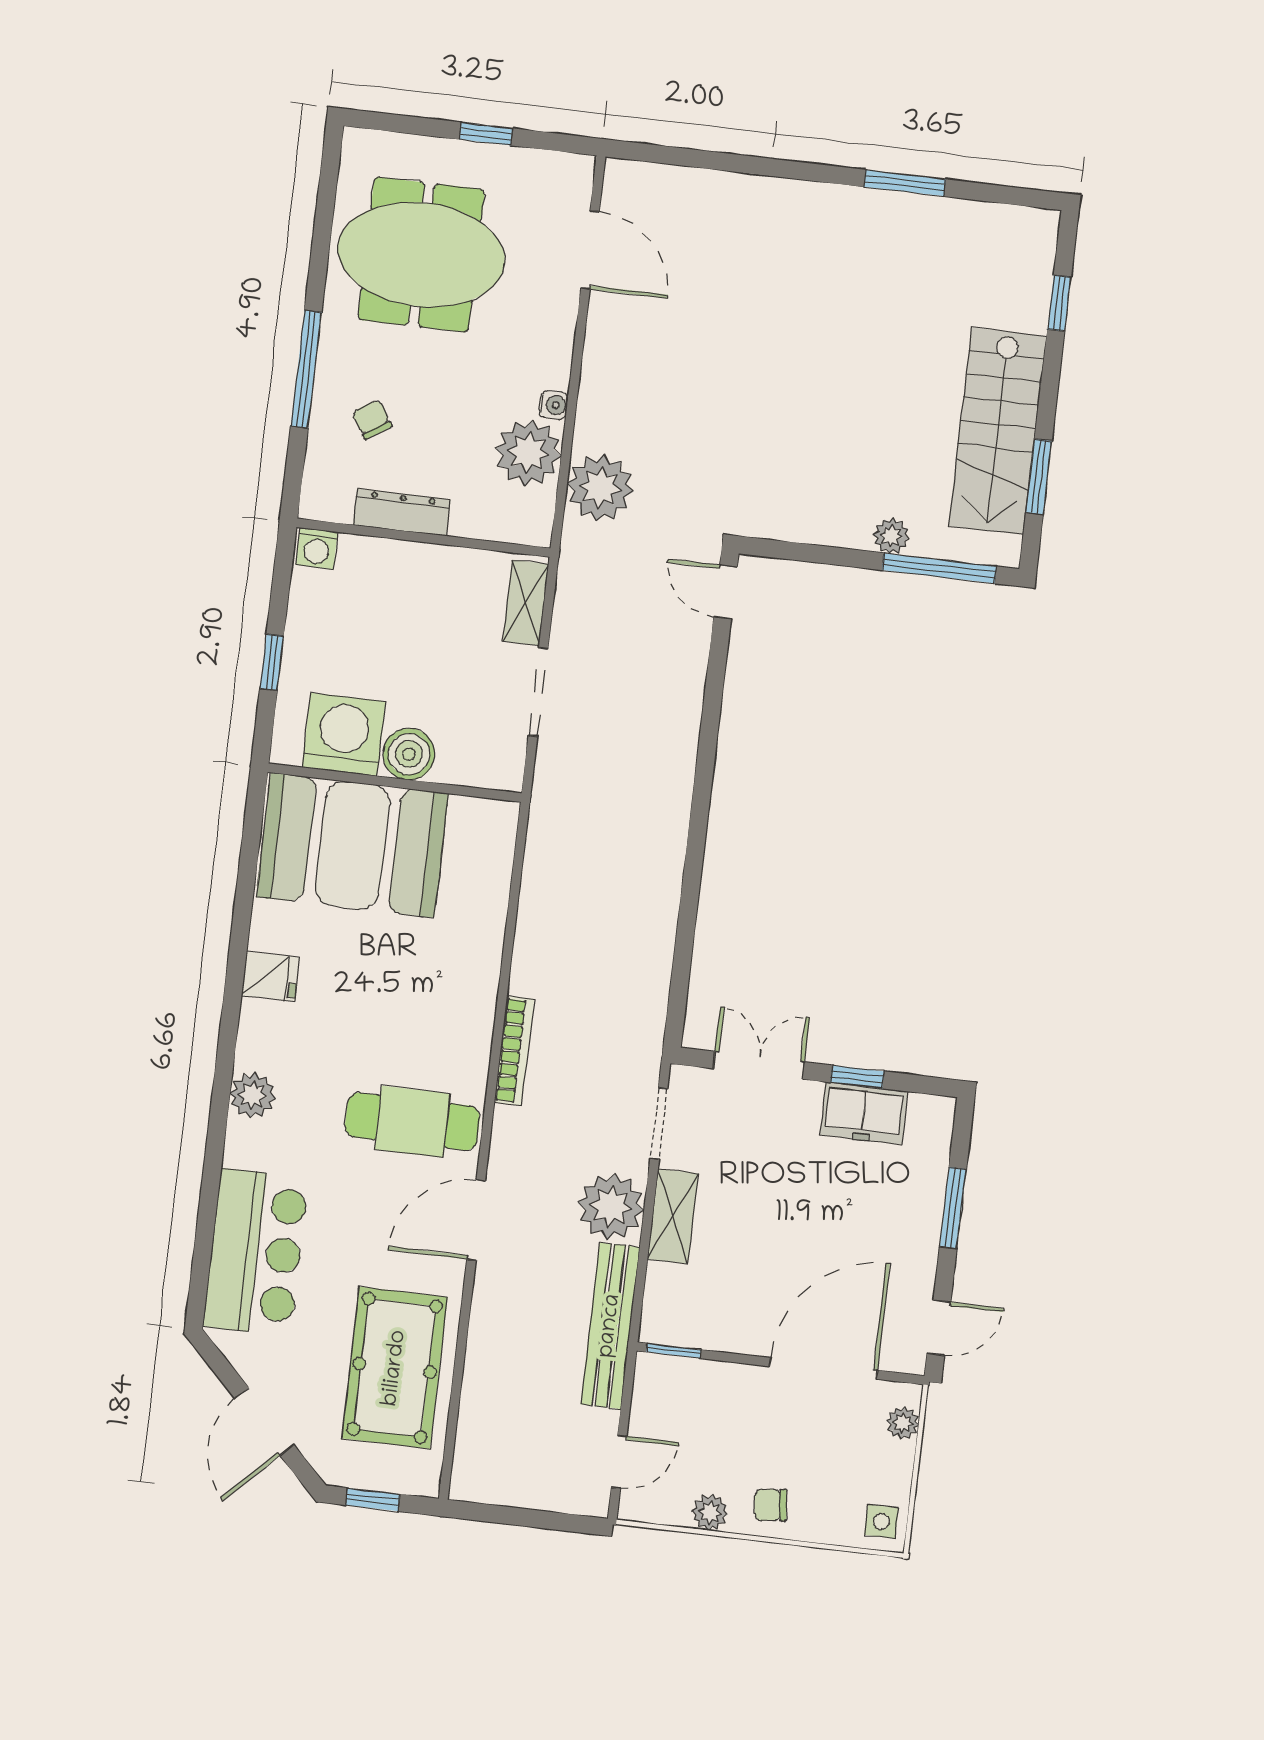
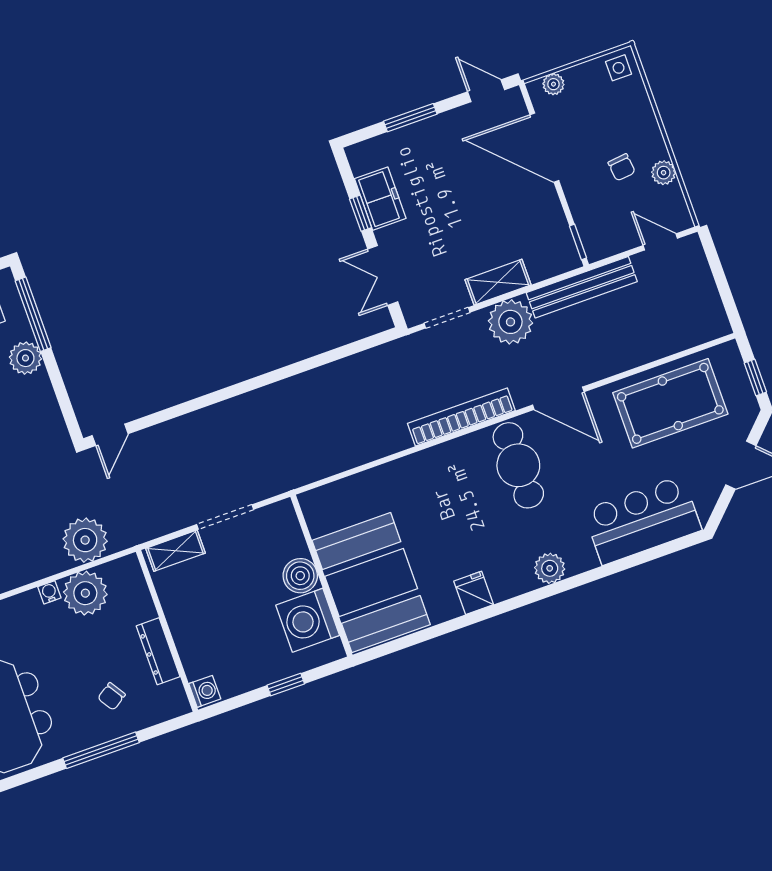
plant: (891, 536) -> (25, 358), width x1.38, depth x1.38
bookcase: (514, 1051) -> (461, 417), width x1.48, depth x1.31
chair: (771, 1505) -> (622, 167), moved

